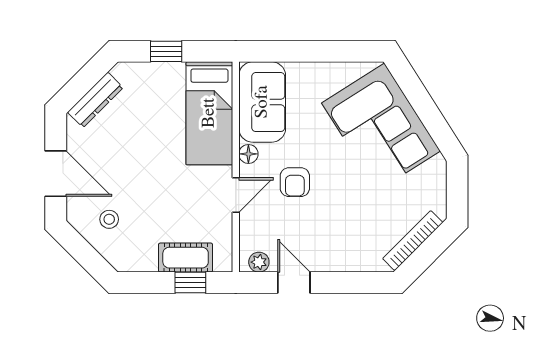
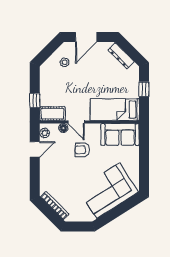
floor lamp: (248, 154) -> (63, 128), moved
cot: (186, 258) -> (52, 114), moved, turned 90

